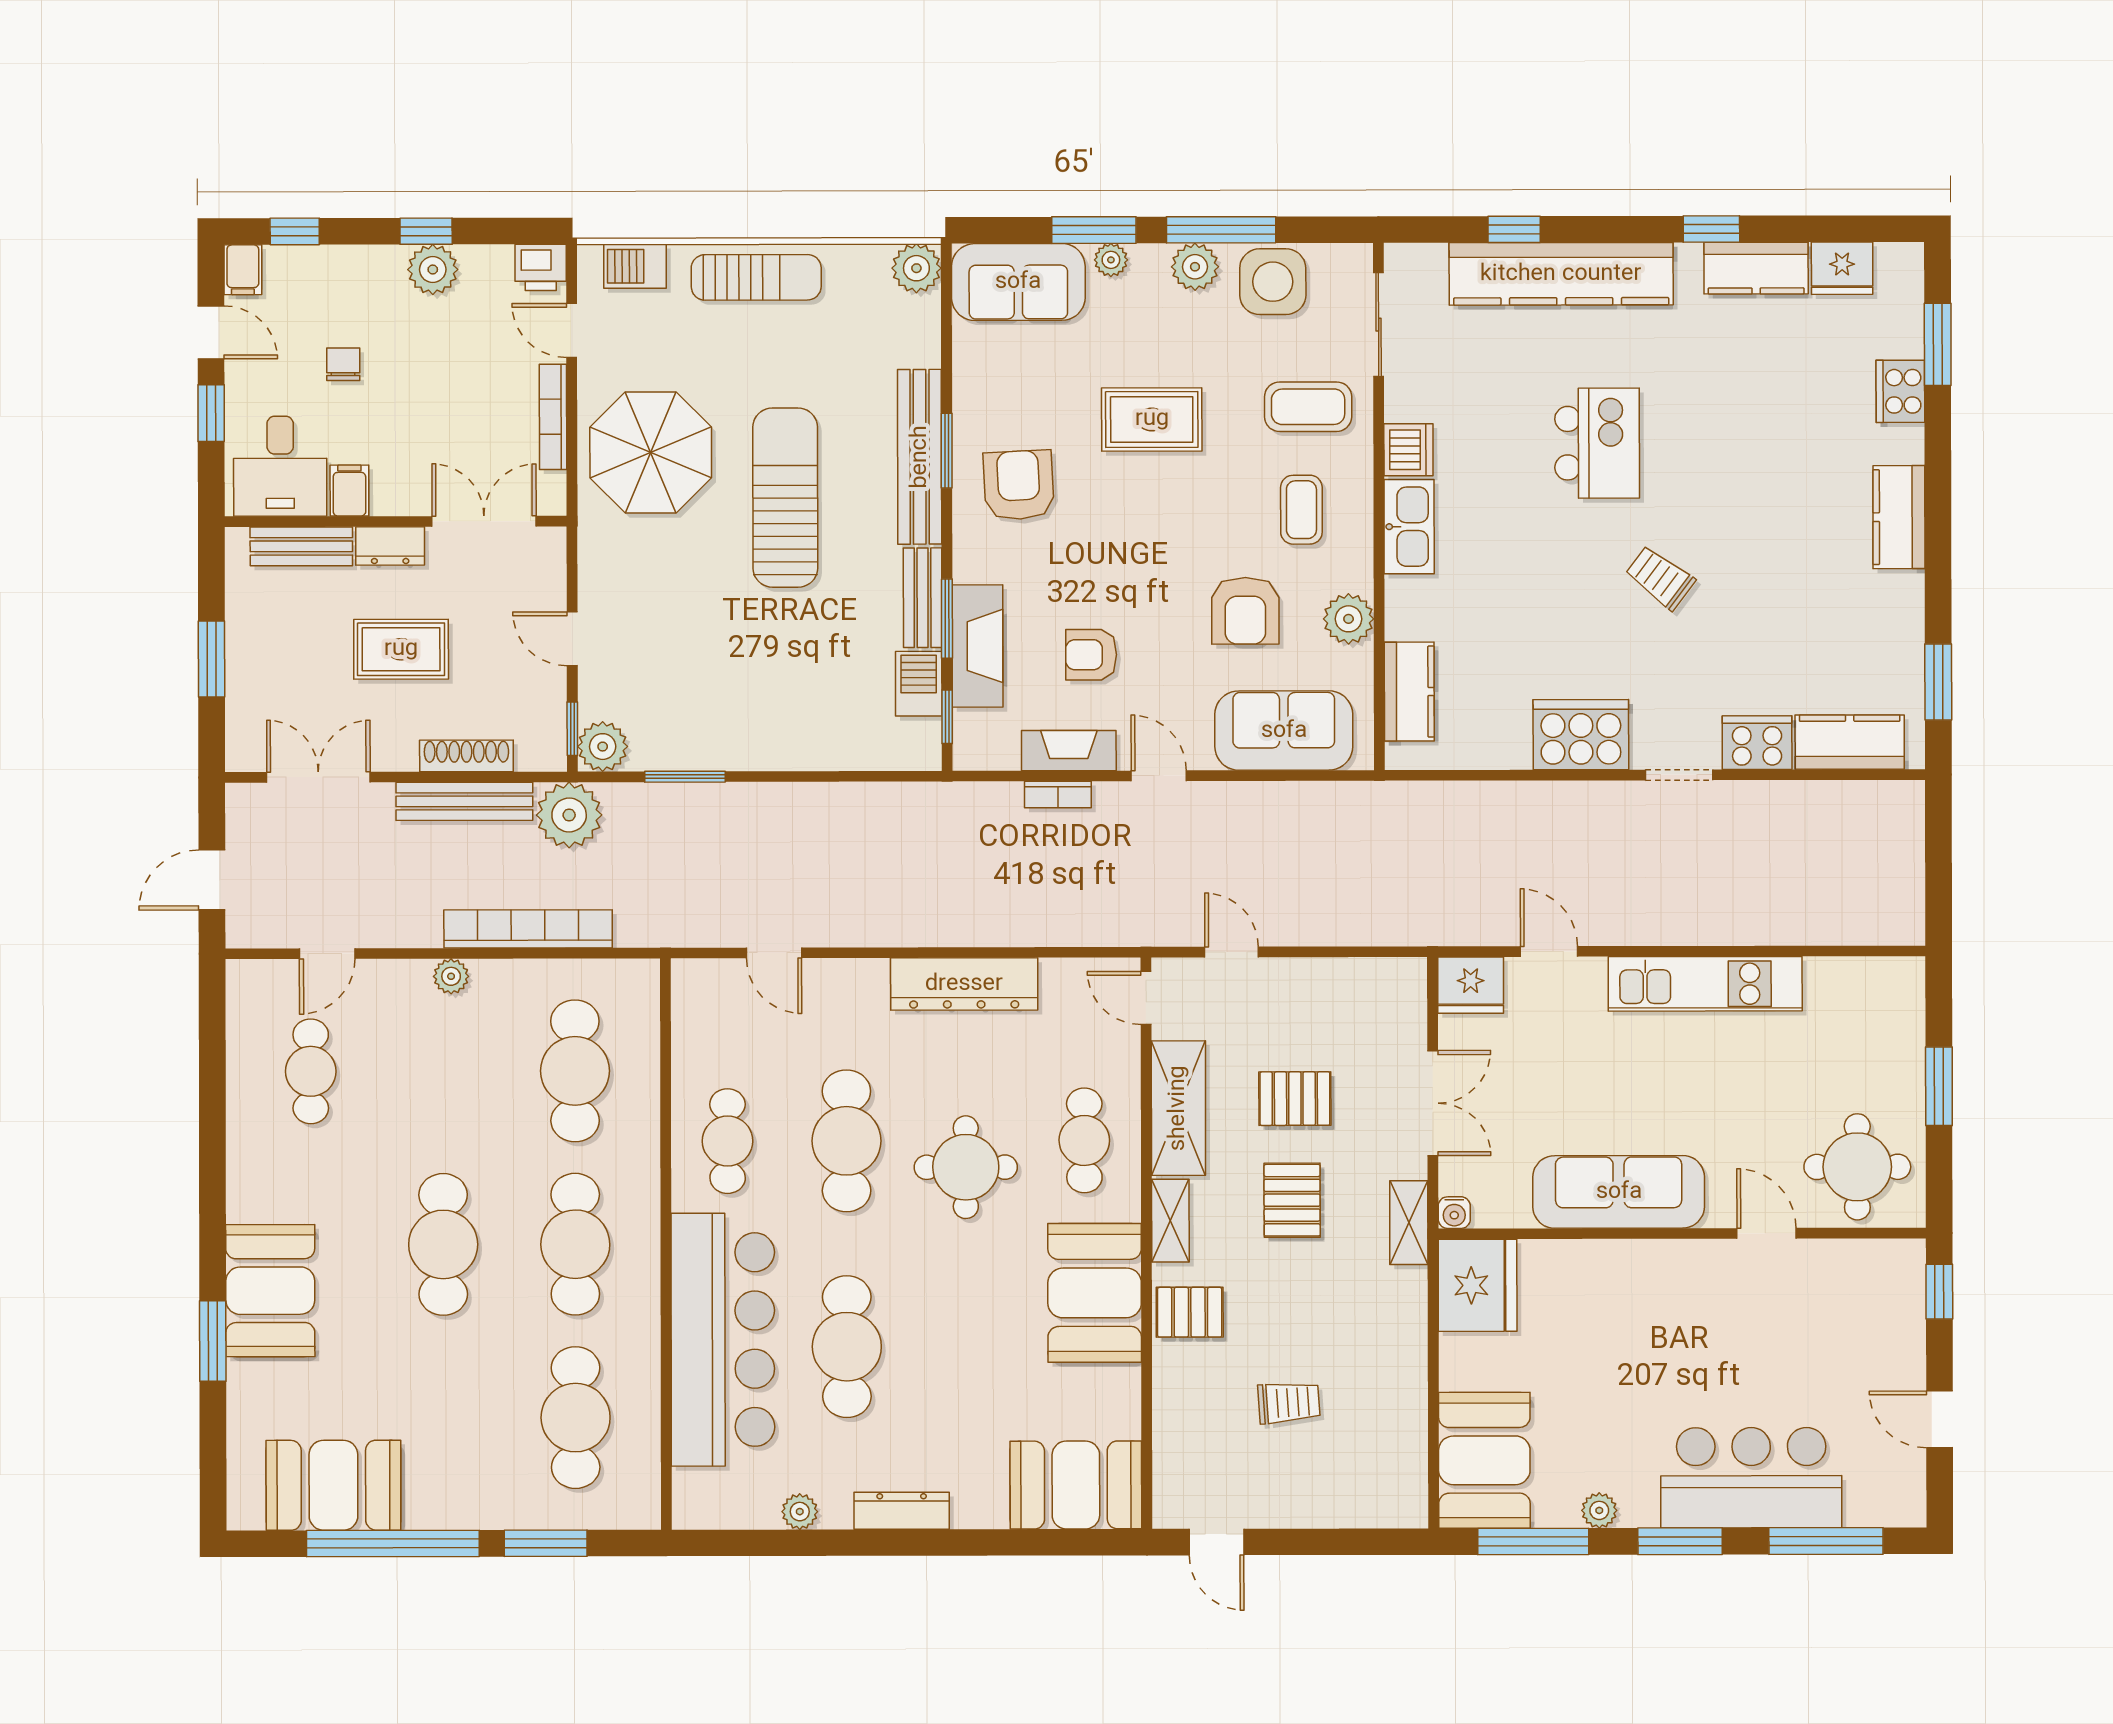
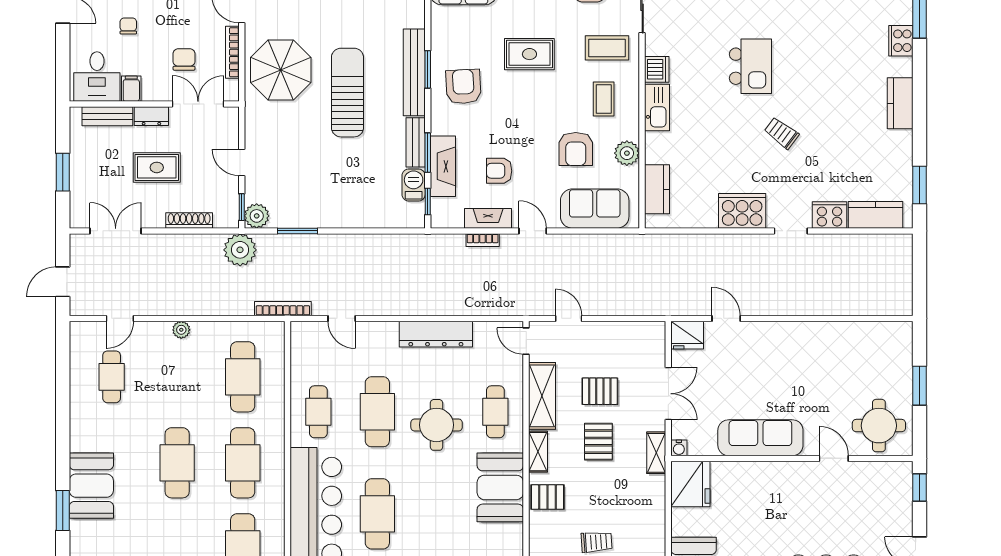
window: (211, 413) -> (63, 50), removed
chair: (456, 432) -> (184, 59), added
bench: (464, 801) -> (188, 243), removed
bookcase: (528, 929) -> (283, 309), moved, width x0.68, depth x0.76
kitchen unit: (1705, 984) -> (804, 335), removed

